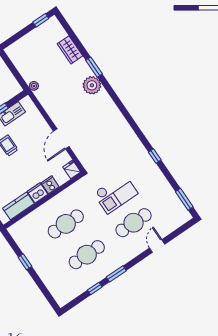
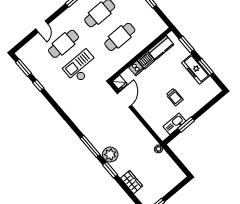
window: (115, 97) -> (90, 146), added
door: (61, 139) -> (124, 99), moved
window: (155, 156) -> (38, 85), moved

